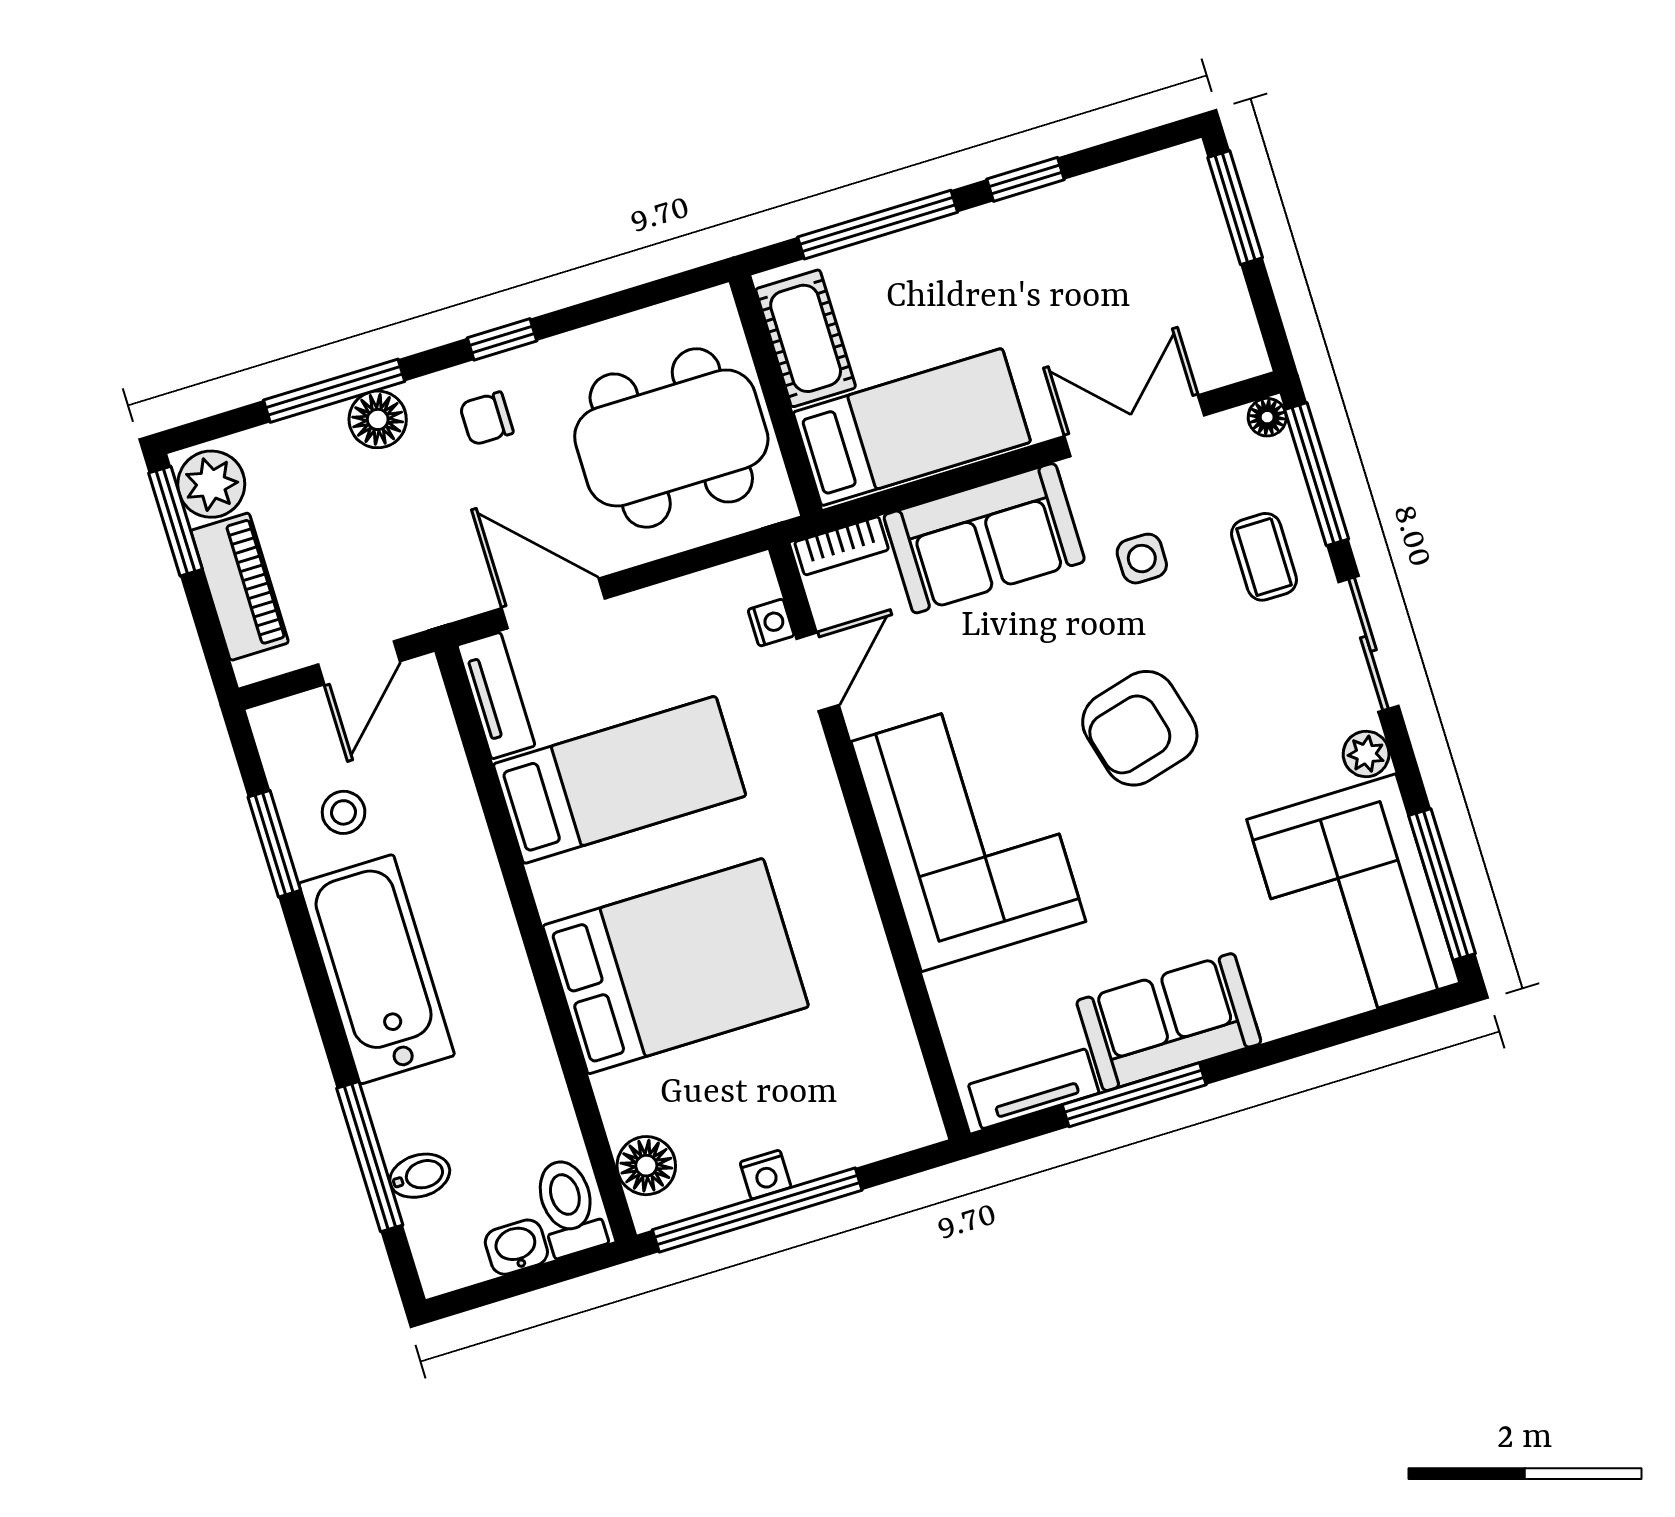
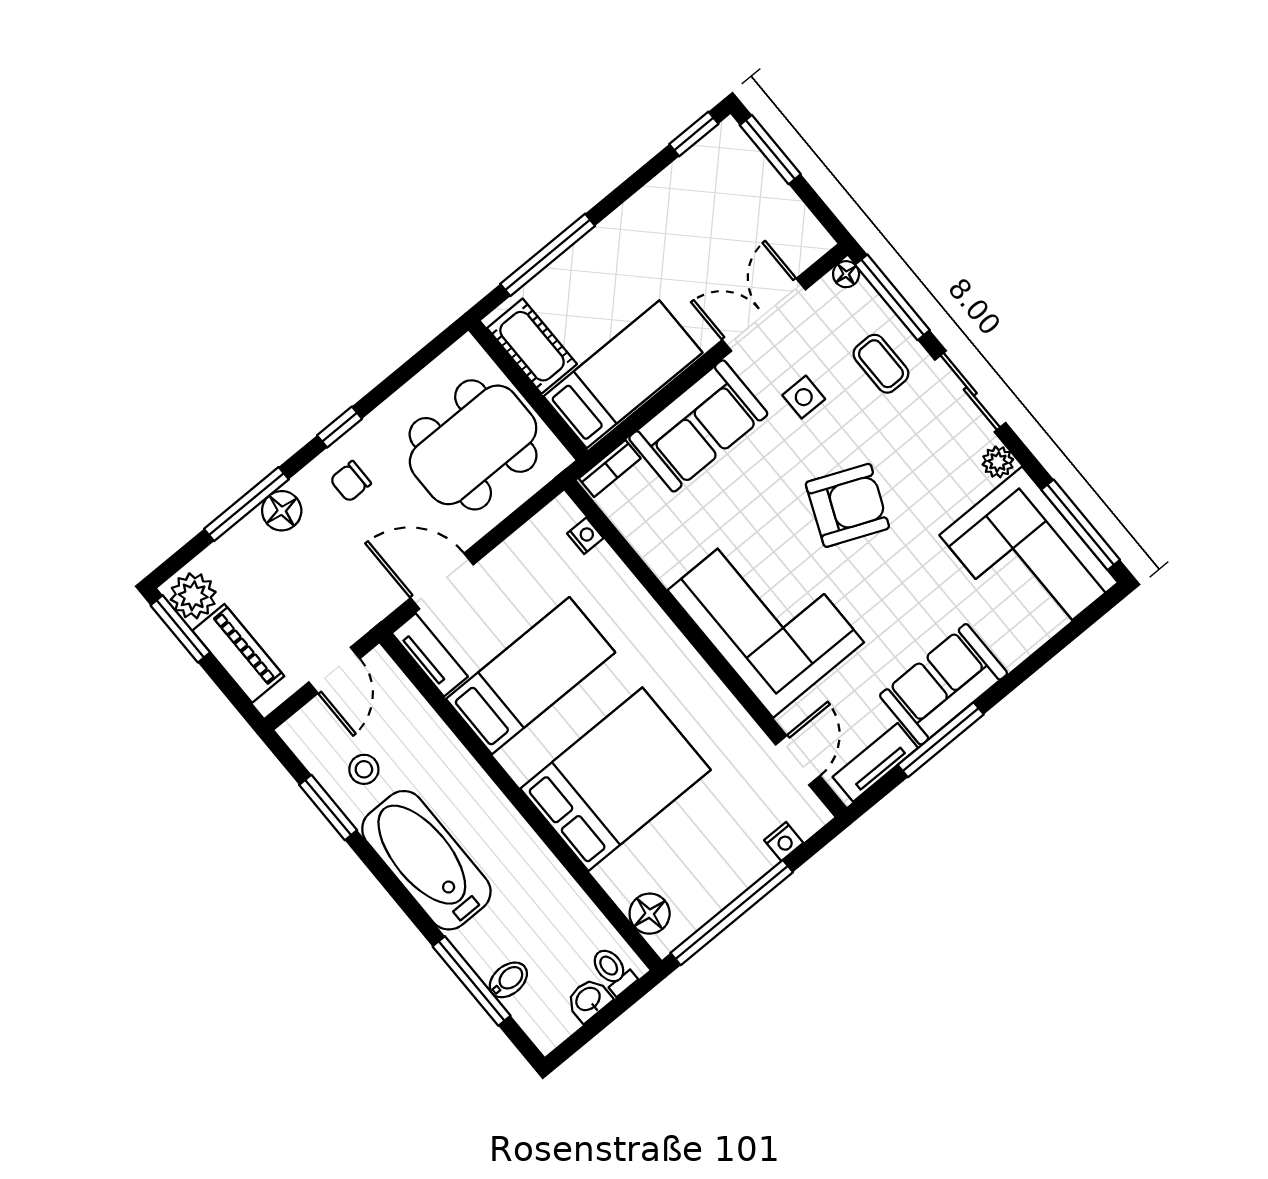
window: (1025, 179) -> (694, 134), moved
door: (818, 672) -> (798, 760), moved
armchair: (1140, 728) -> (847, 505), turned -142
nightstand: (766, 1175) -> (784, 841), moved
toilet: (569, 1207) -> (613, 971), width x0.73, depth x0.72

